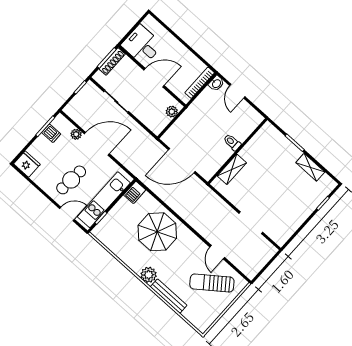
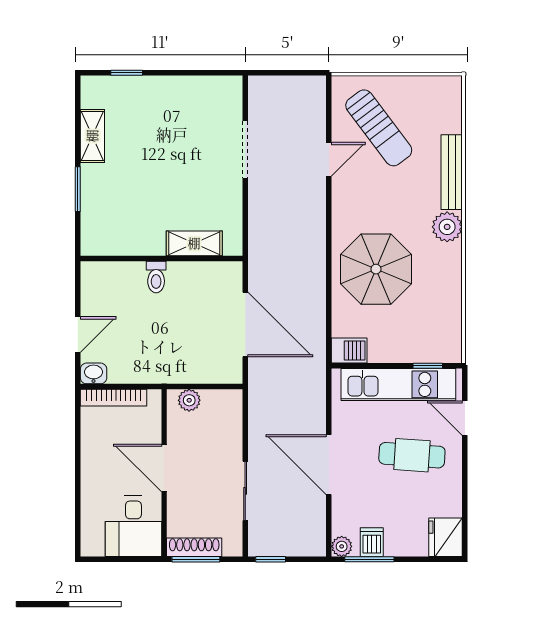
plant: (76, 134) -> (342, 546), moved

